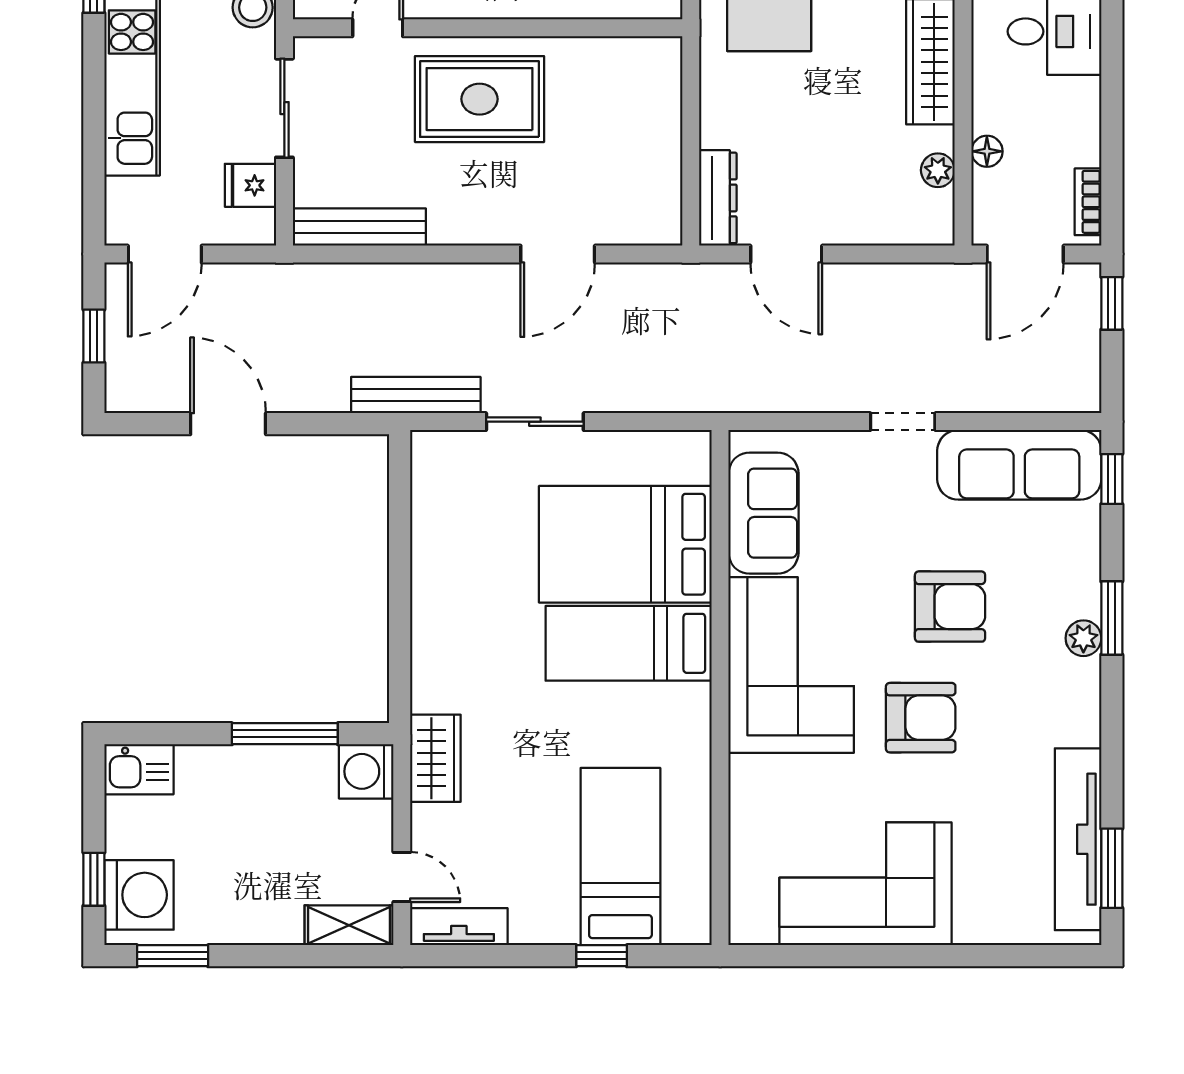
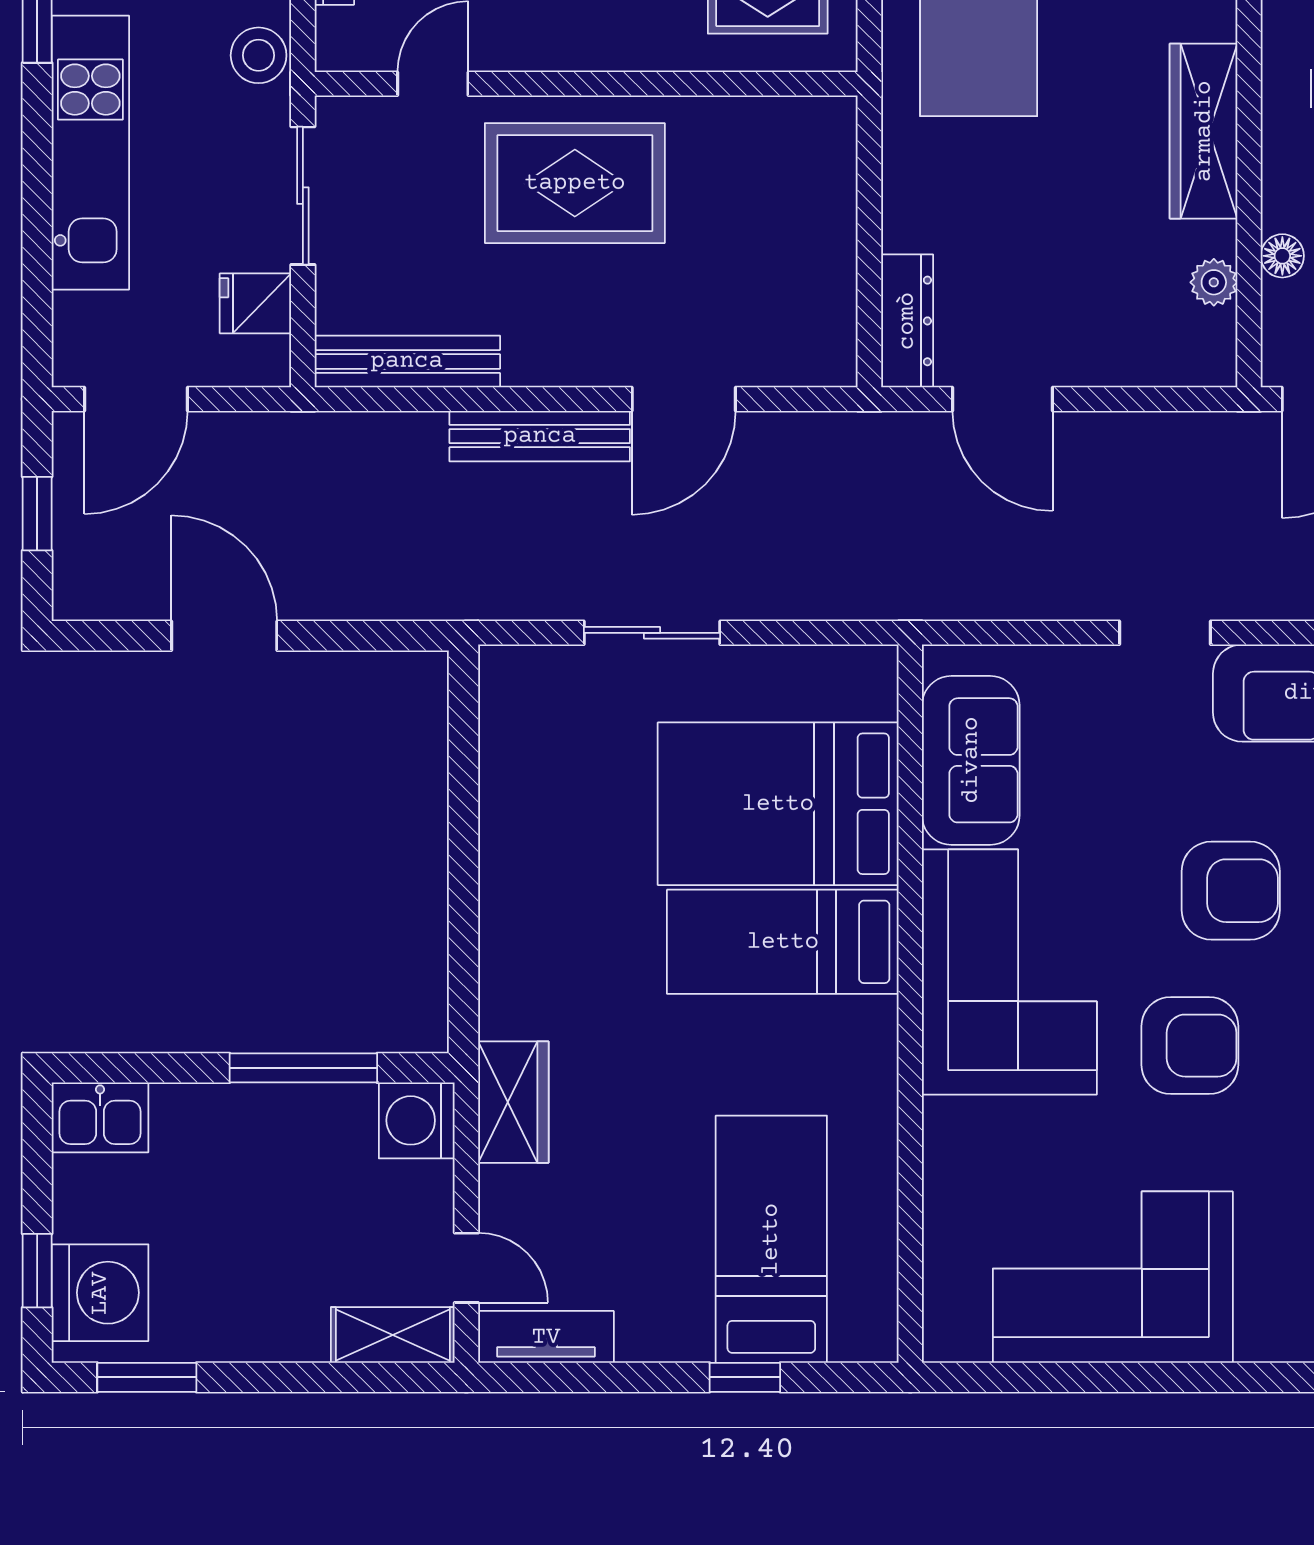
bench: (416, 395) -> (540, 436), moved

